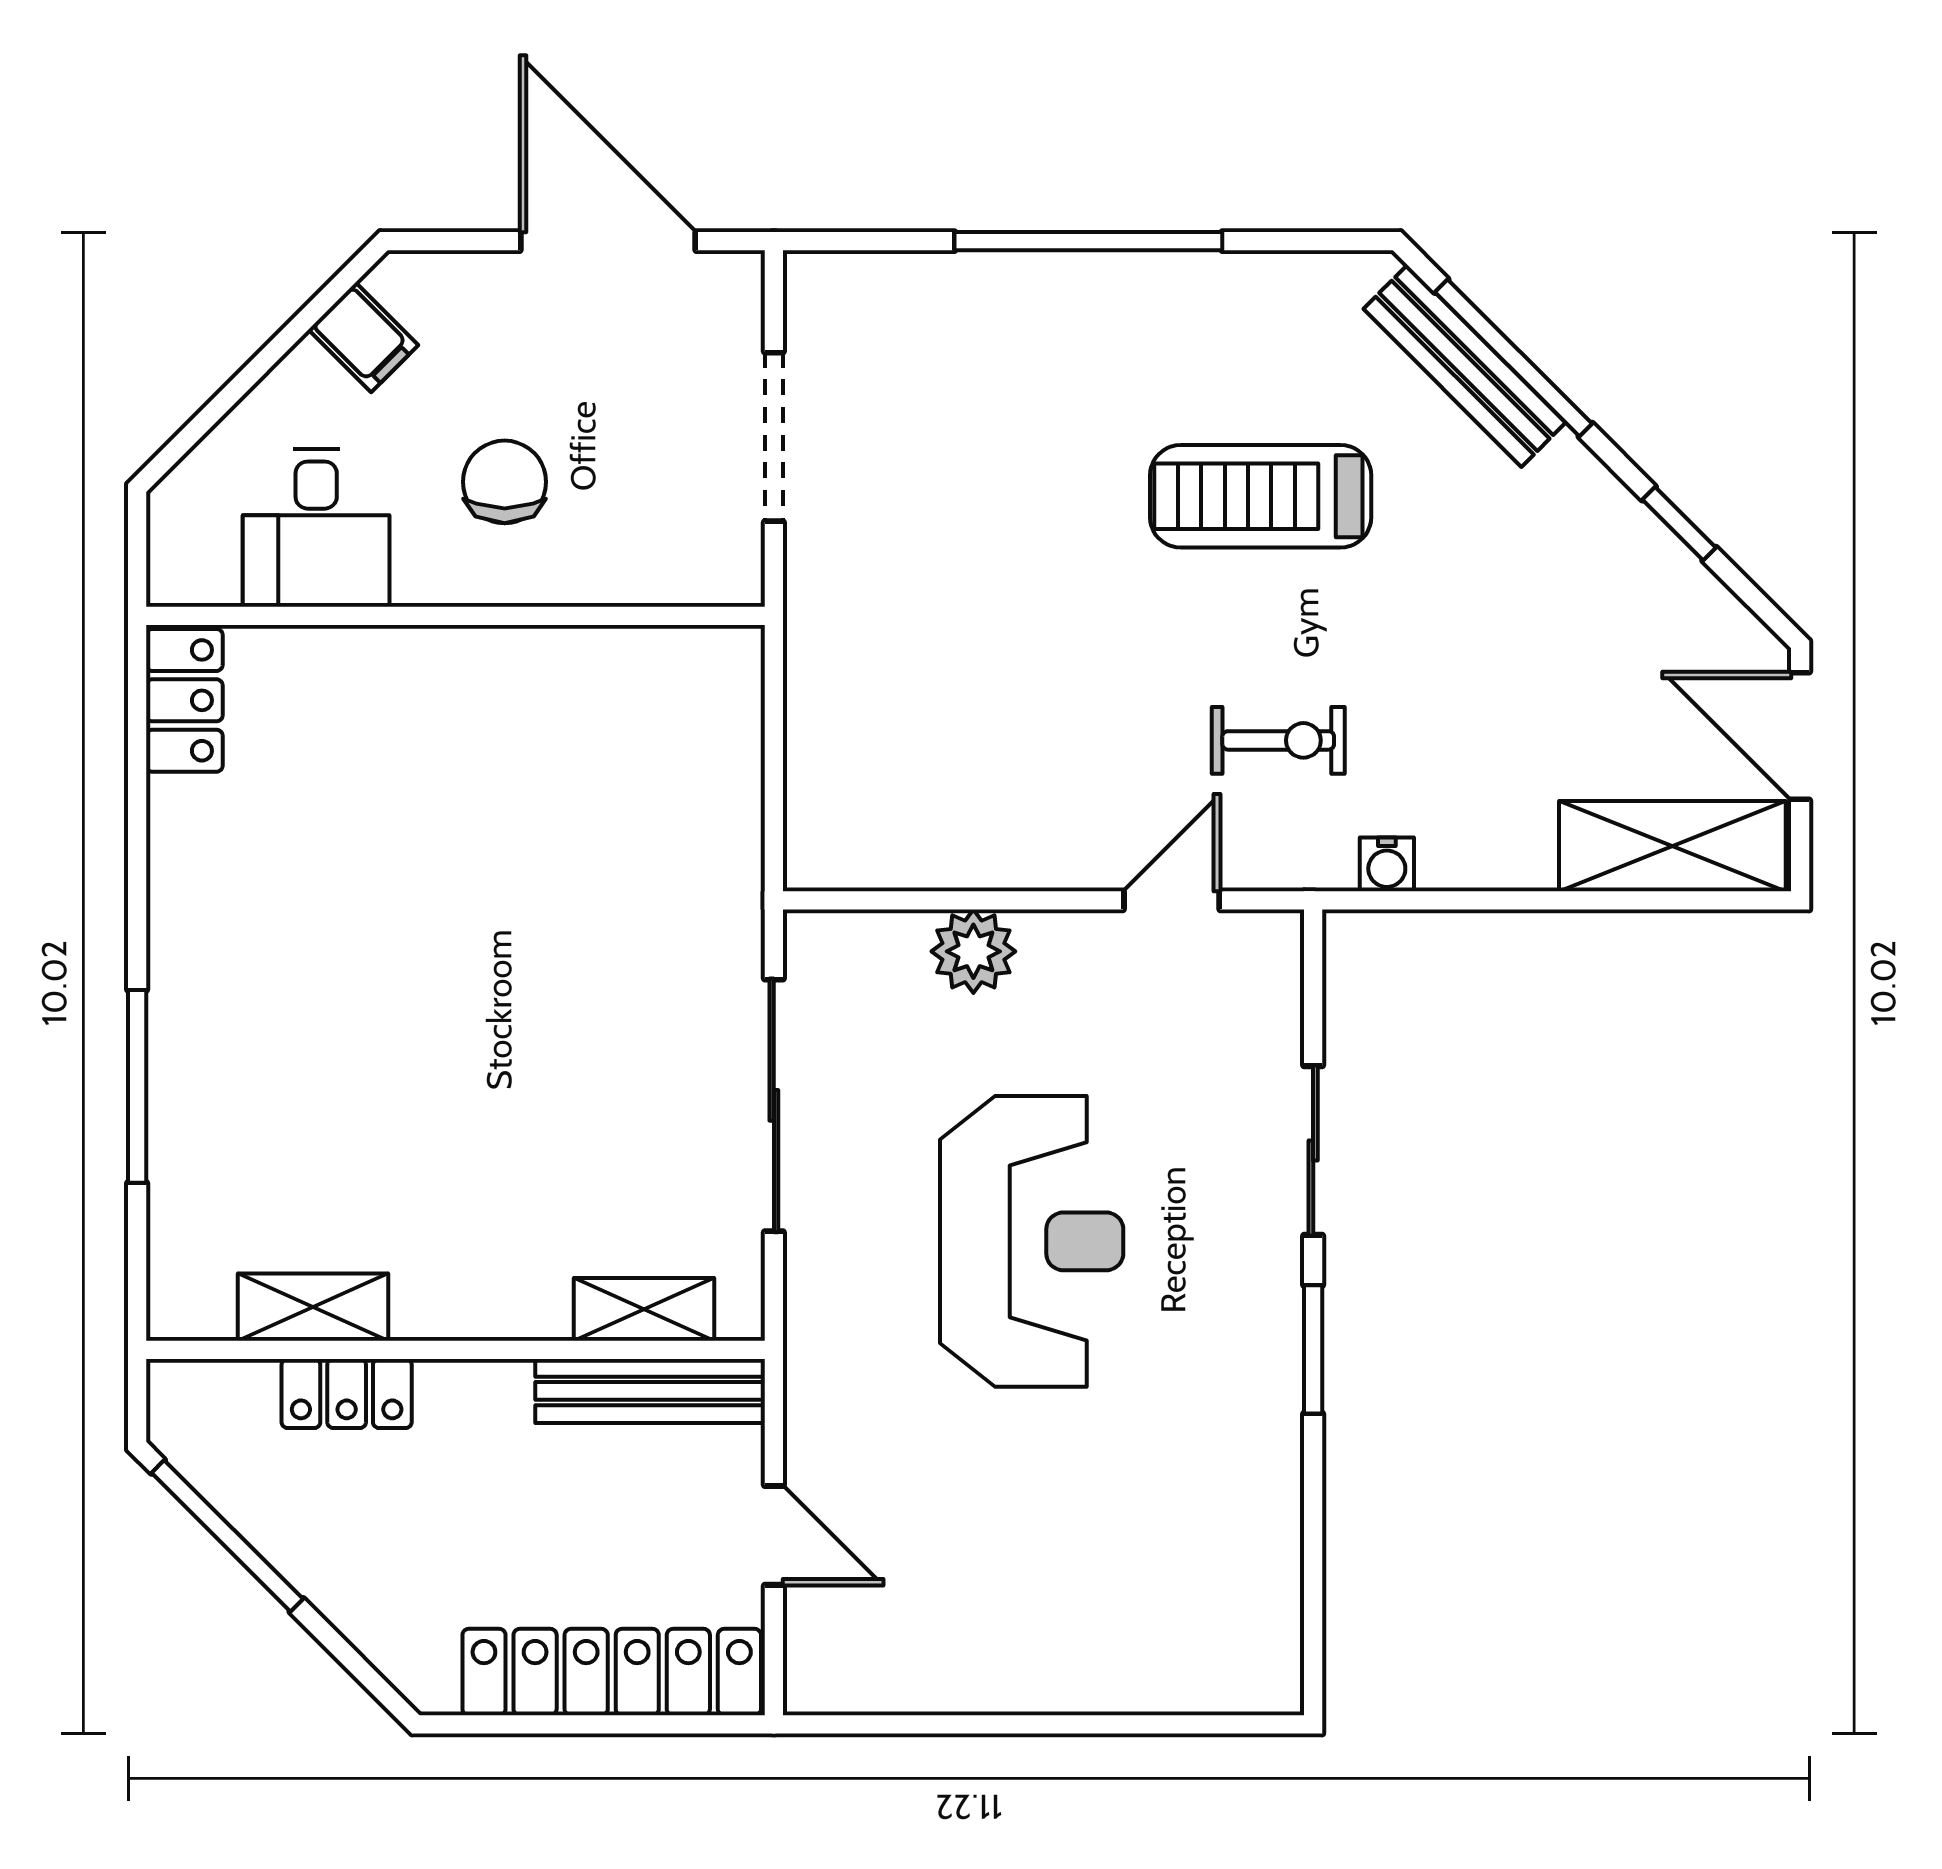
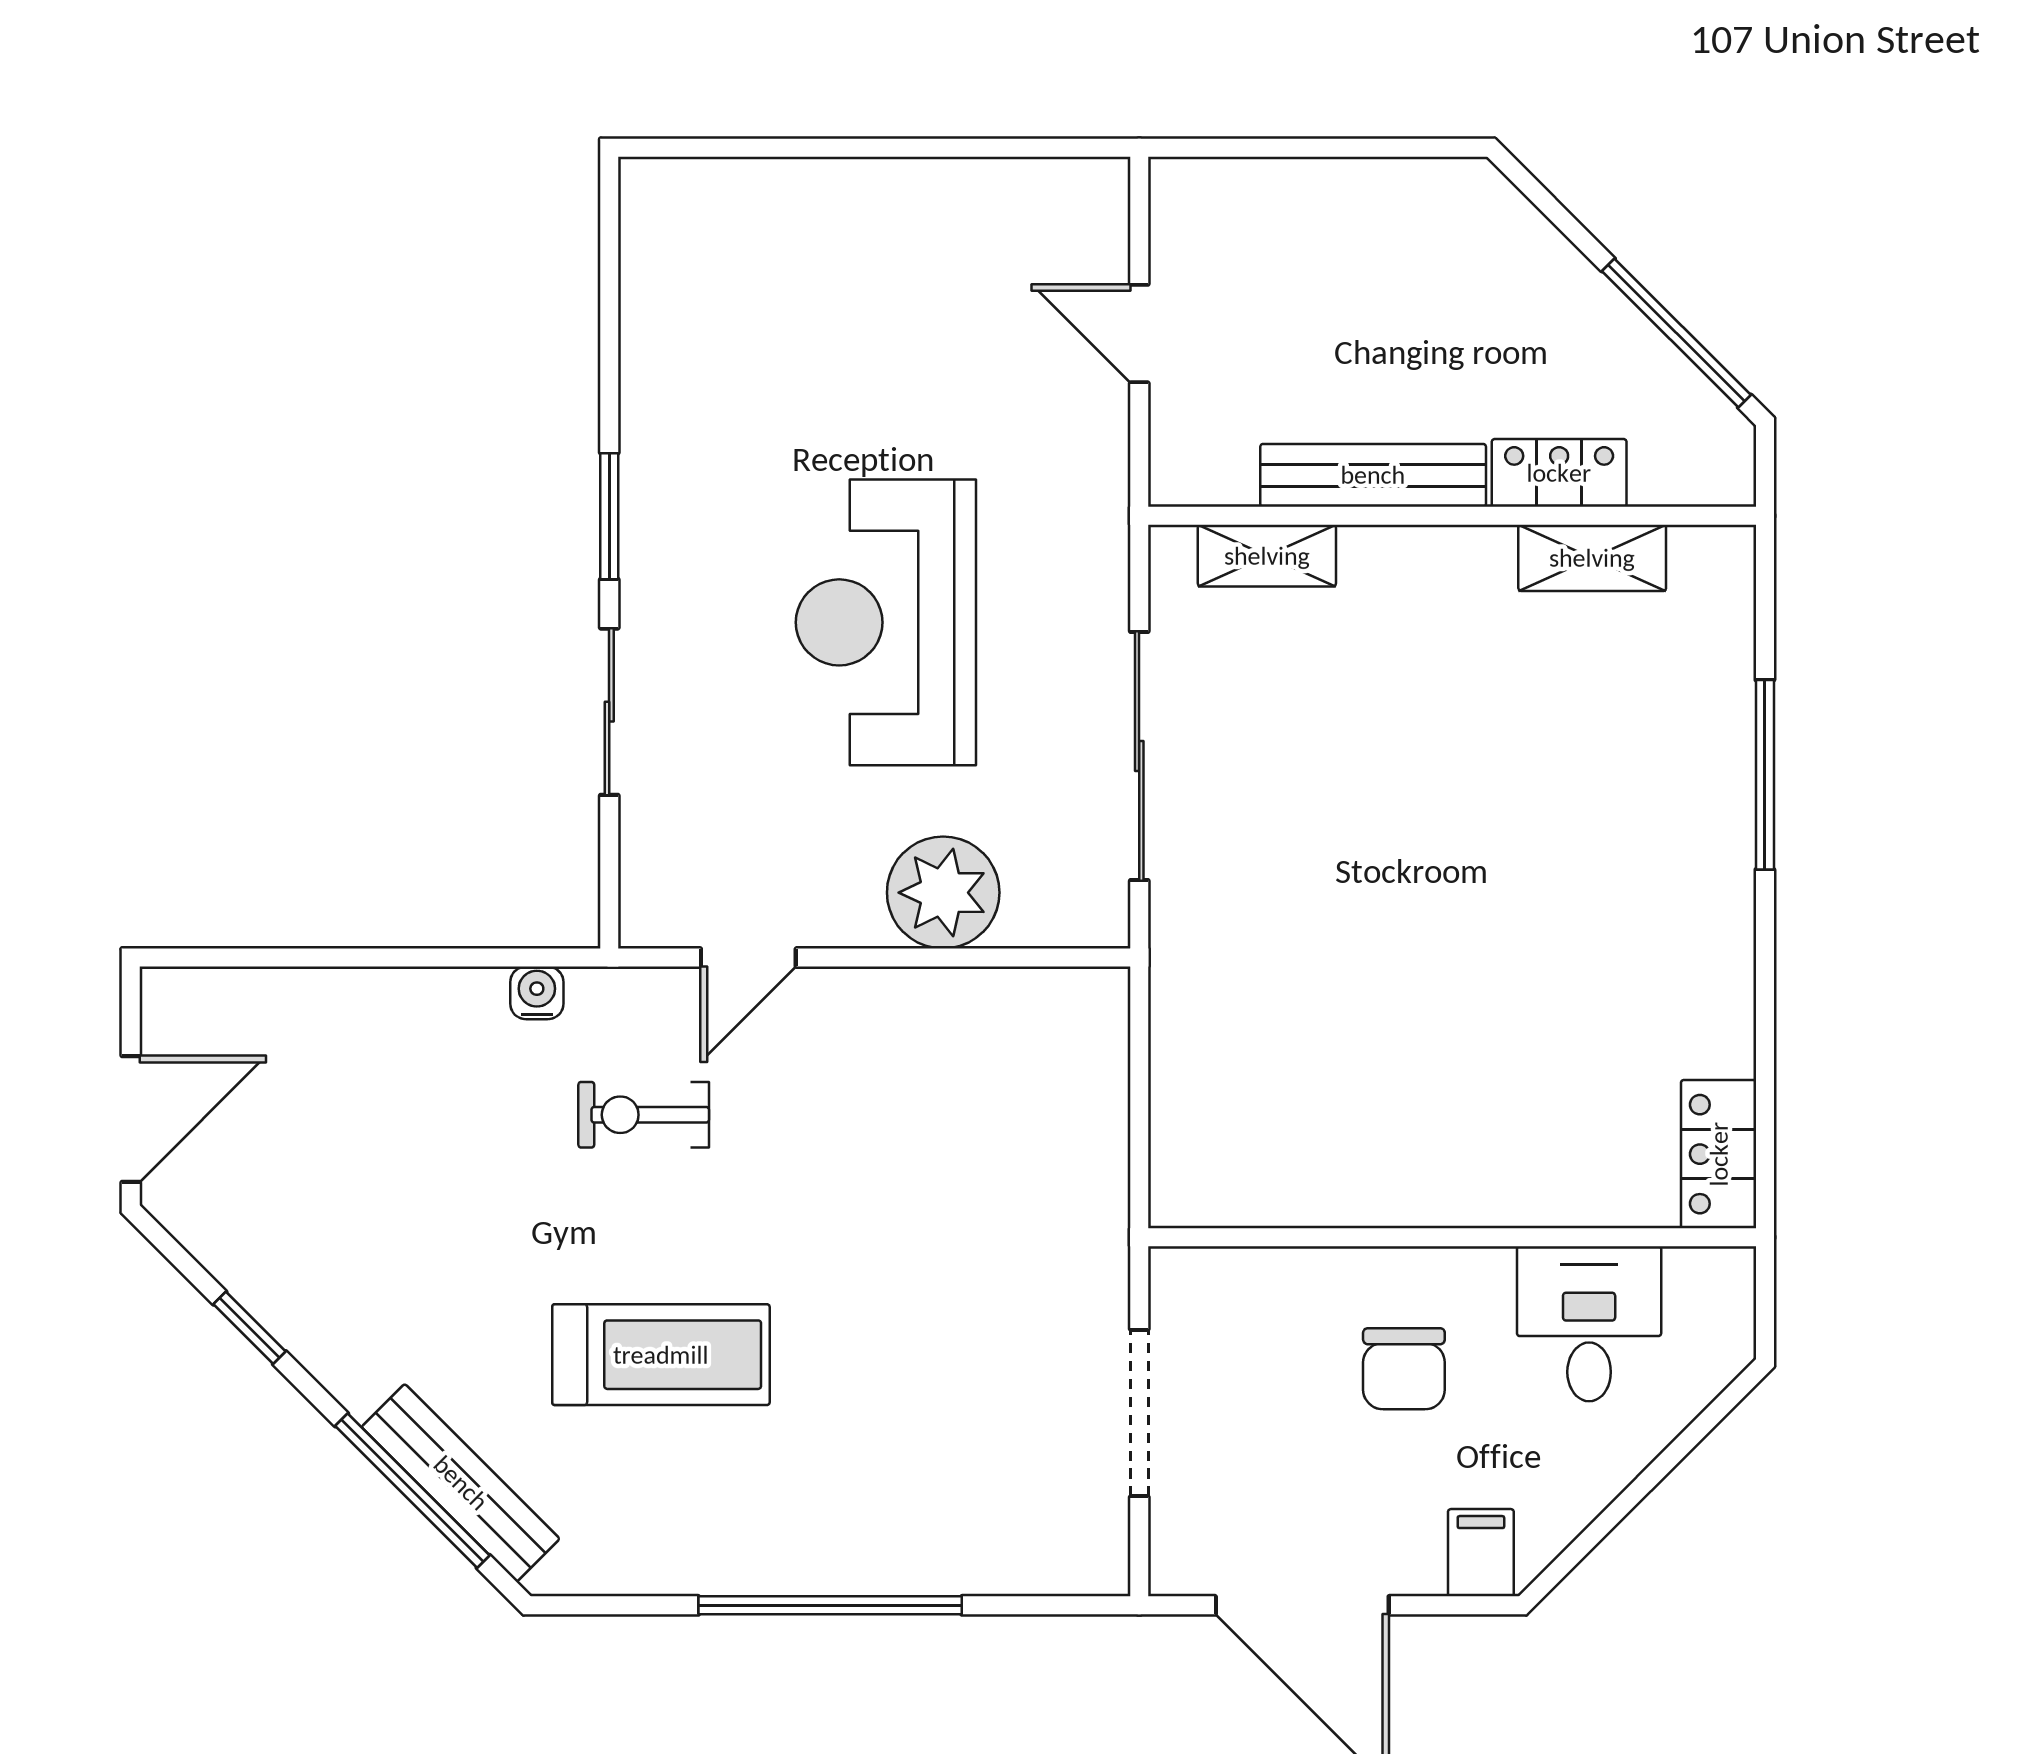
filing cabinet: (363, 337) -> (1481, 1553), moved, turned 45
door: (1800, 736) -> (131, 1119), hinge flipped
shelving: (1672, 846) -> (256, 1011), removed
plant: (973, 951) -> (943, 893), width x1.36, depth x1.36
bench: (650, 1391) -> (1373, 475), moved
locker: (612, 1672) -> (1299, 199), removed

